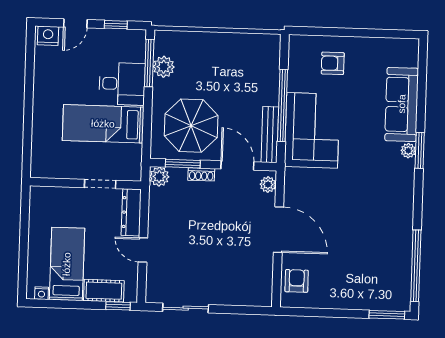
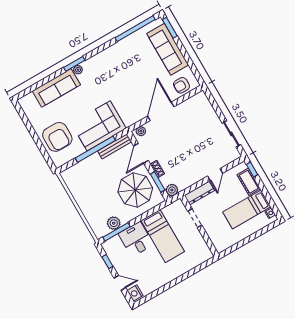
armchair: (333, 63) -> (57, 137), width x1.88, depth x1.88
sofa: (359, 293) -> (168, 49), added

